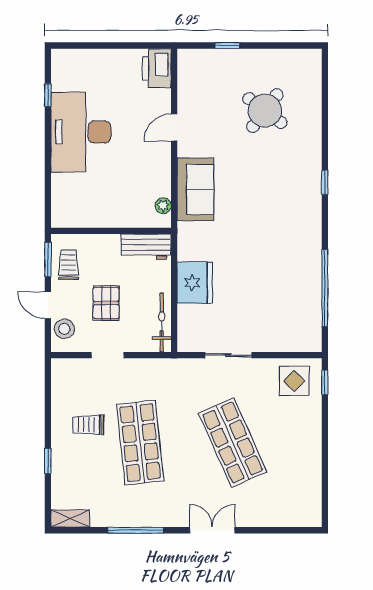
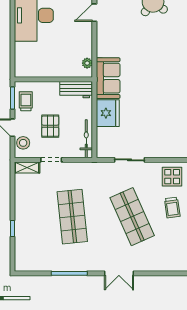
sofa: (195, 189) -> (108, 78), moved
trolley: (88, 425) -> (172, 208), moved, turned -98
shelving: (70, 518) -> (27, 168), moved
double door: (212, 530) -> (119, 273), swing flipped

